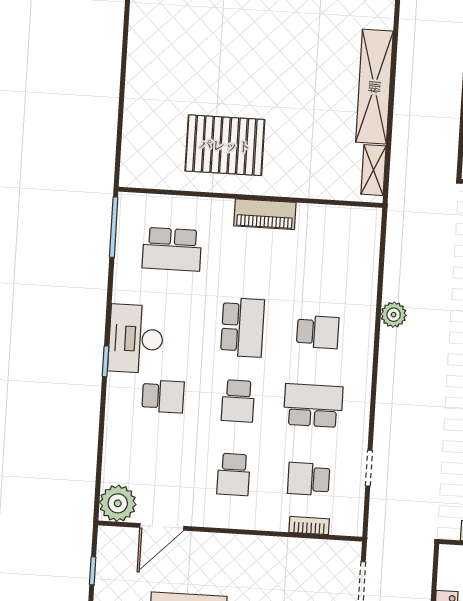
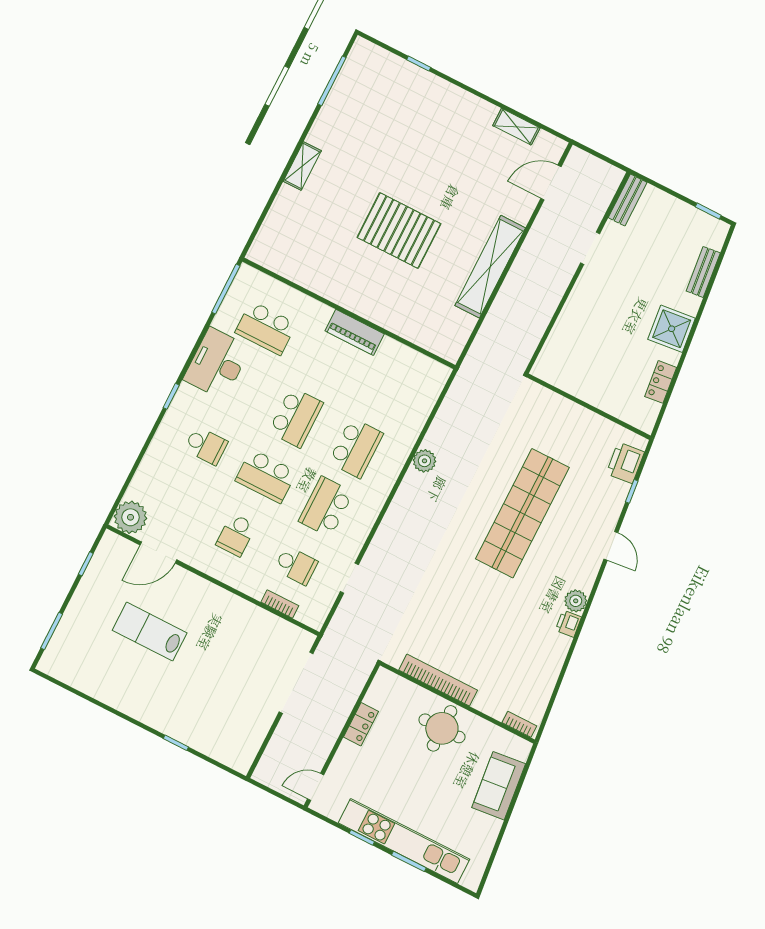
pallet: (225, 145) -> (399, 231), moved
shelving: (374, 170) -> (302, 166), moved
school desk: (318, 332) -> (356, 448), width x1.85
desk: (136, 339) -> (217, 363), moved
school desk: (238, 401) -> (266, 476), width x1.85
school desk: (313, 406) -> (326, 507), turned -90
school desk: (309, 479) -> (296, 566), turned 180

